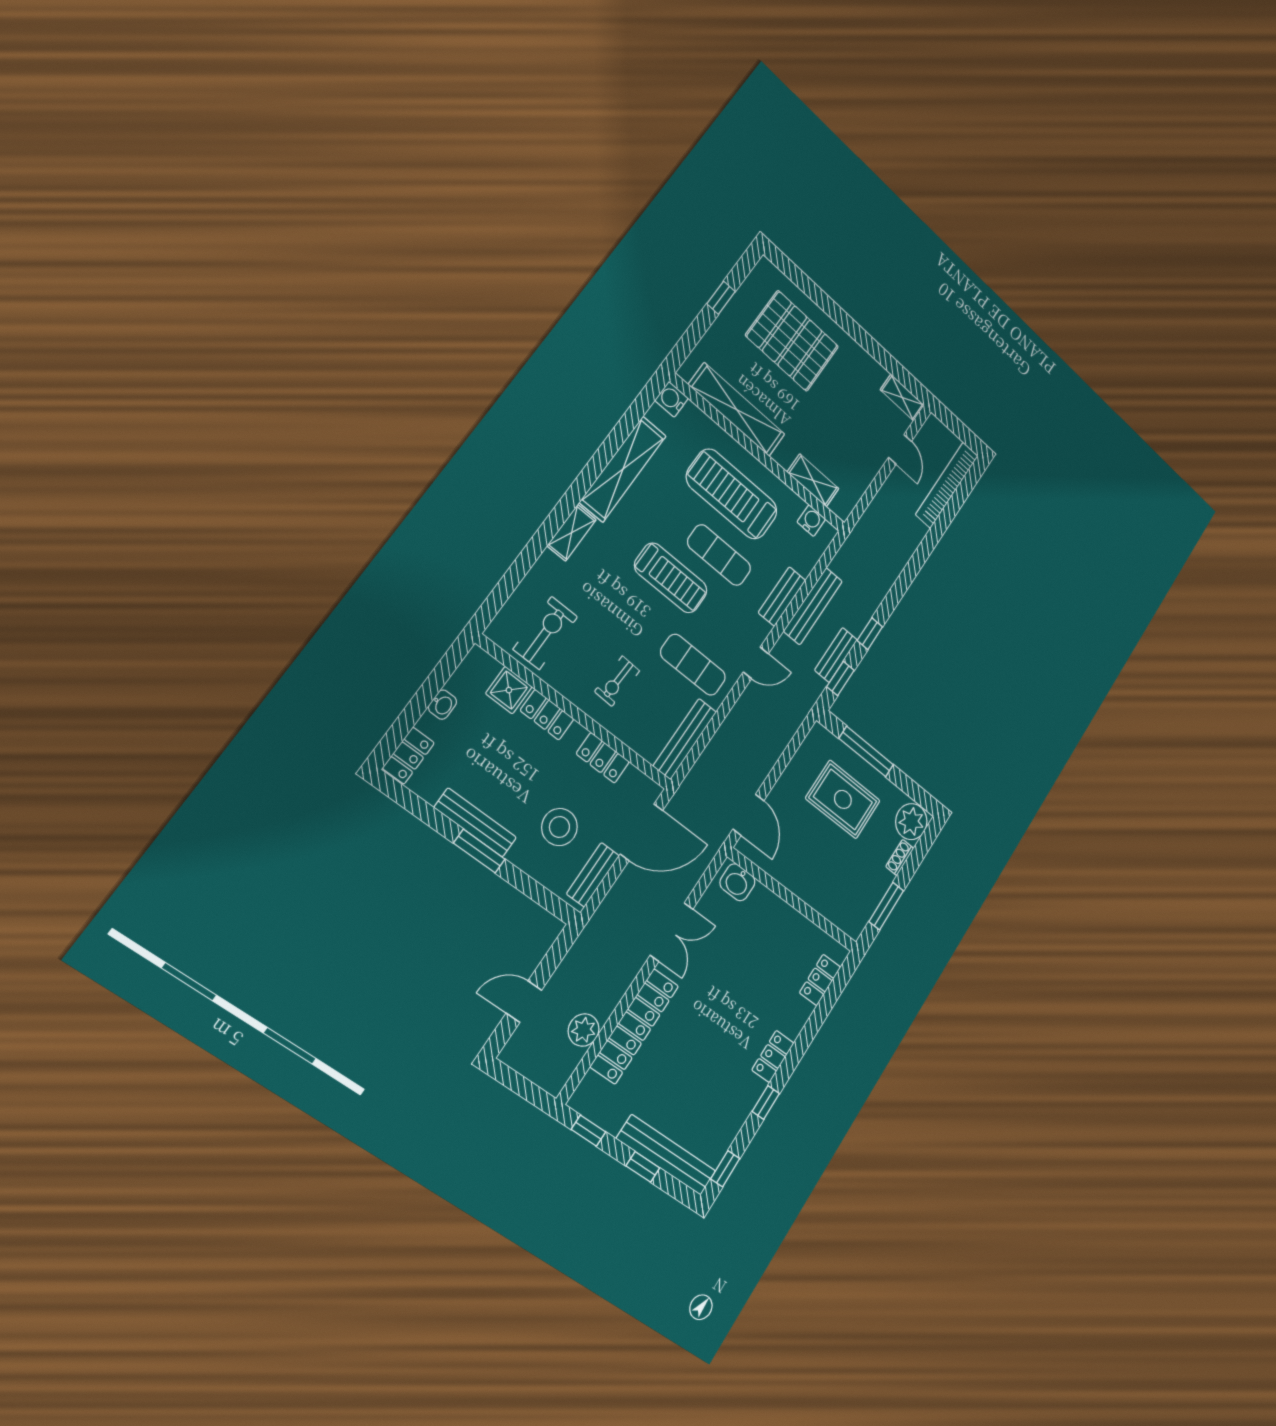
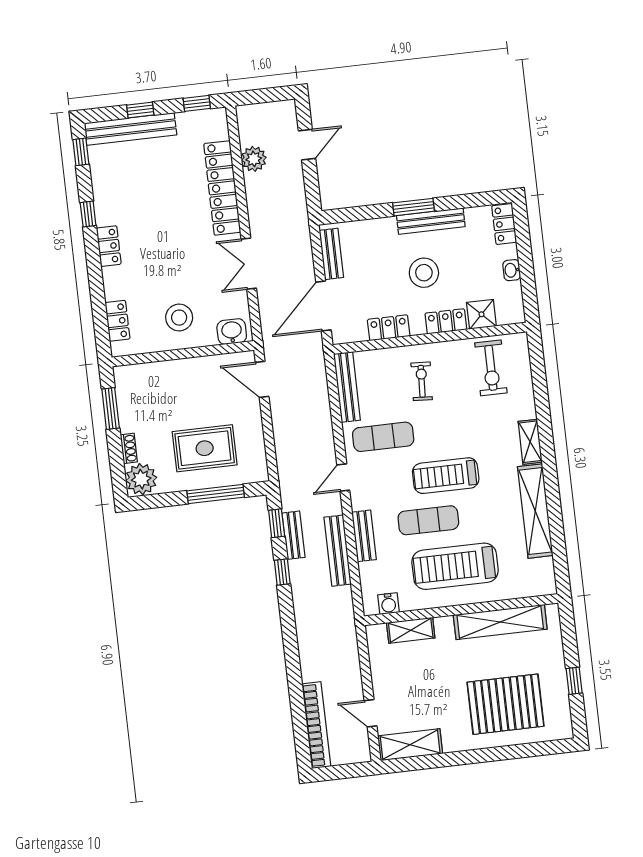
shelving: (902, 398) -> (410, 745), width x1.50, depth x1.33
water cooler: (672, 399) -> (546, 585), removed
treadmill: (732, 494) -> (455, 566), turned 180
stool: (559, 827) -> (424, 273), moved
stool: (769, 936) -> (179, 318), added

